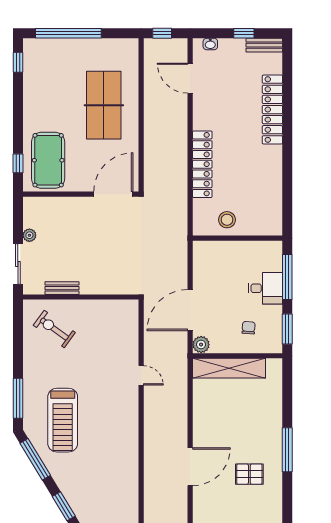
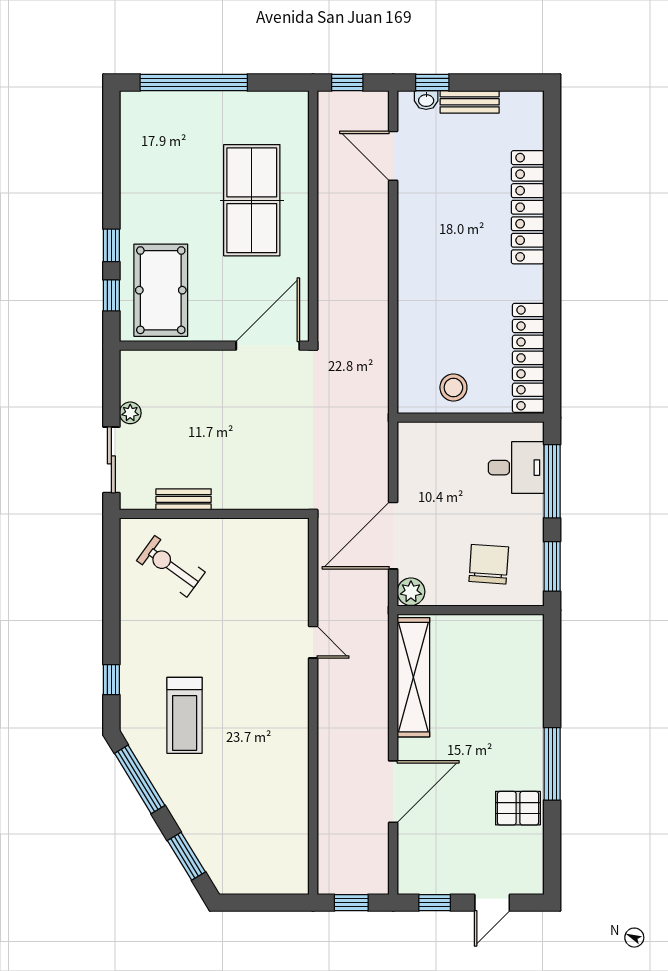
window: (244, 33) -> (432, 82), moved
bench: (264, 45) -> (470, 102), moved
window: (18, 62) -> (111, 245), moved
locker: (202, 164) -> (528, 358), moved, turned 180
desk: (265, 288) -> (516, 468), moved
chair: (249, 328) -> (489, 564), width x1.87, depth x1.87
shelving: (229, 368) -> (413, 677), moved, turned 90
window: (18, 398) -> (111, 680), width x0.46
treadmill: (63, 420) -> (185, 715), width x0.73, depth x0.73
pallet: (249, 474) -> (518, 808), moved

